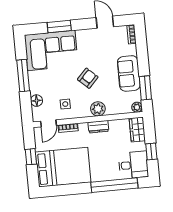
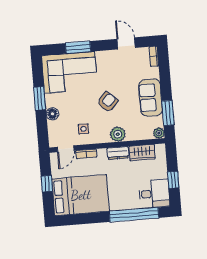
window: (23, 76) -> (40, 98), width x0.69
floor lamp: (37, 101) -> (52, 114), moved
wardrobe: (137, 129) -> (142, 153), moved, turned -90

